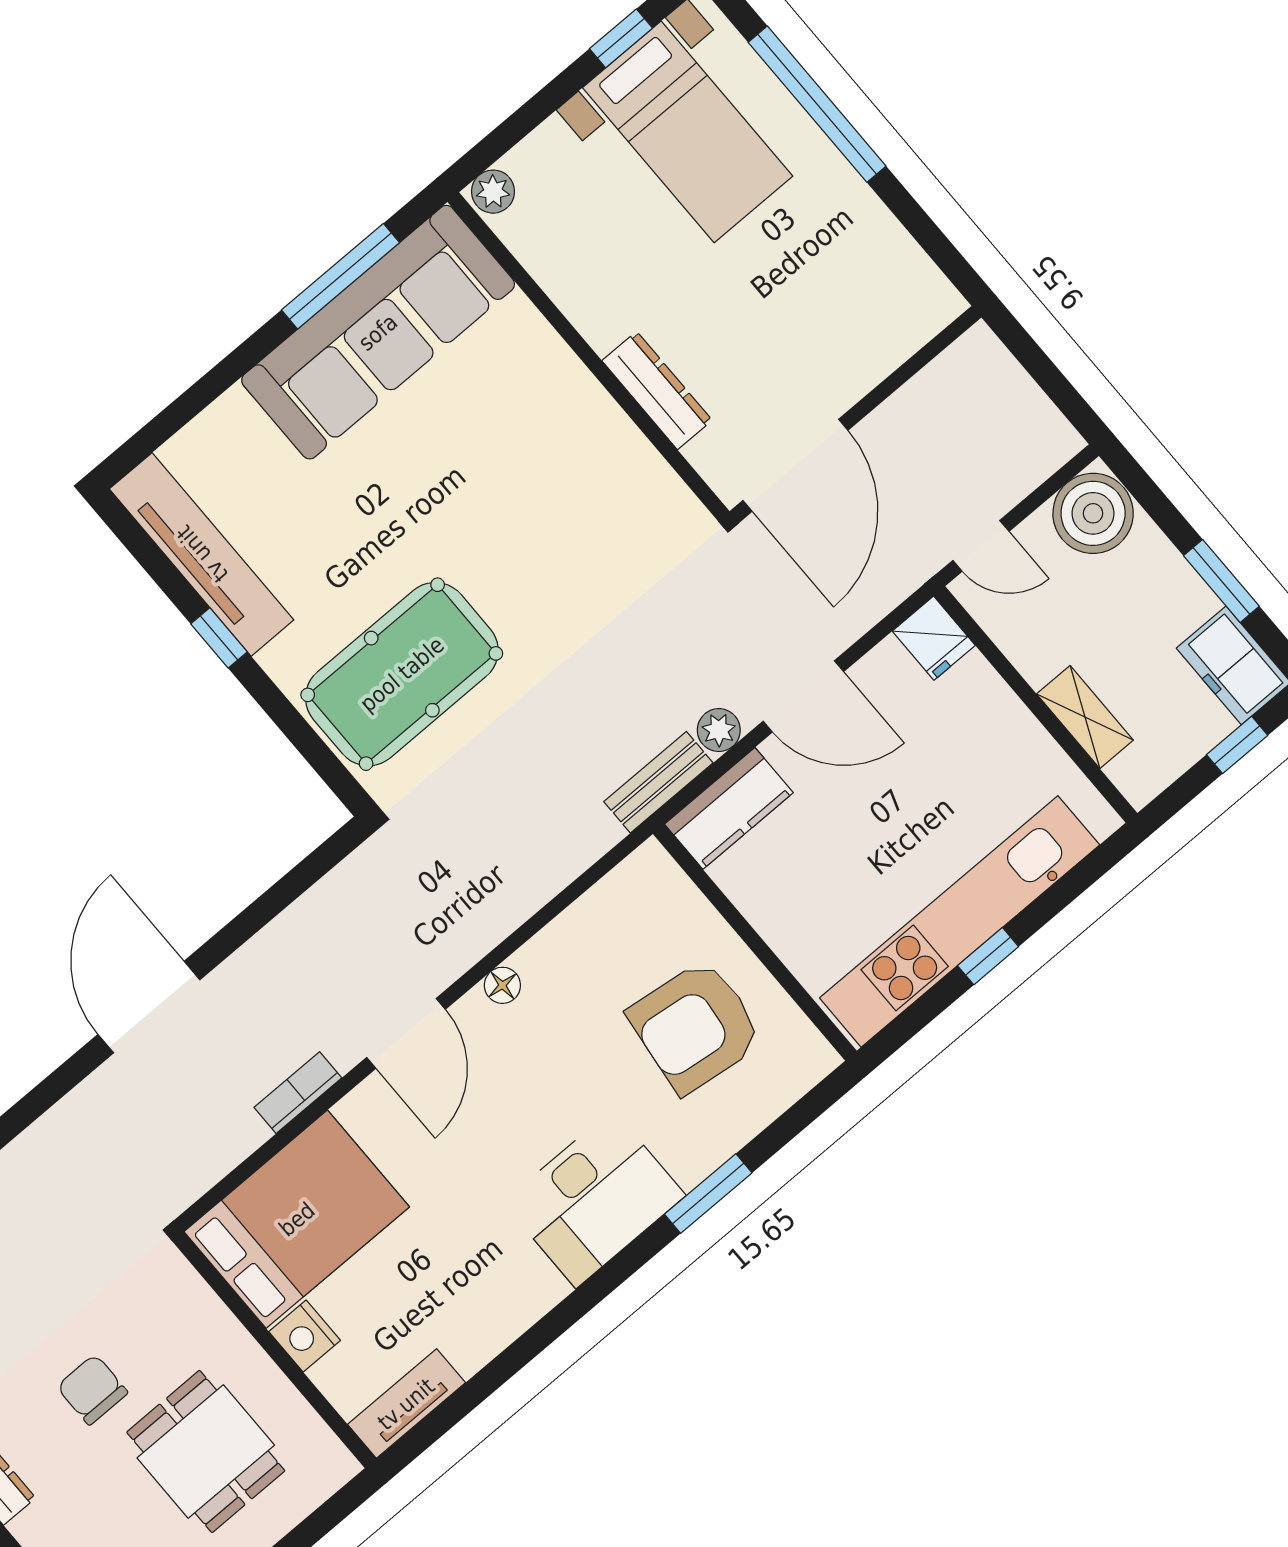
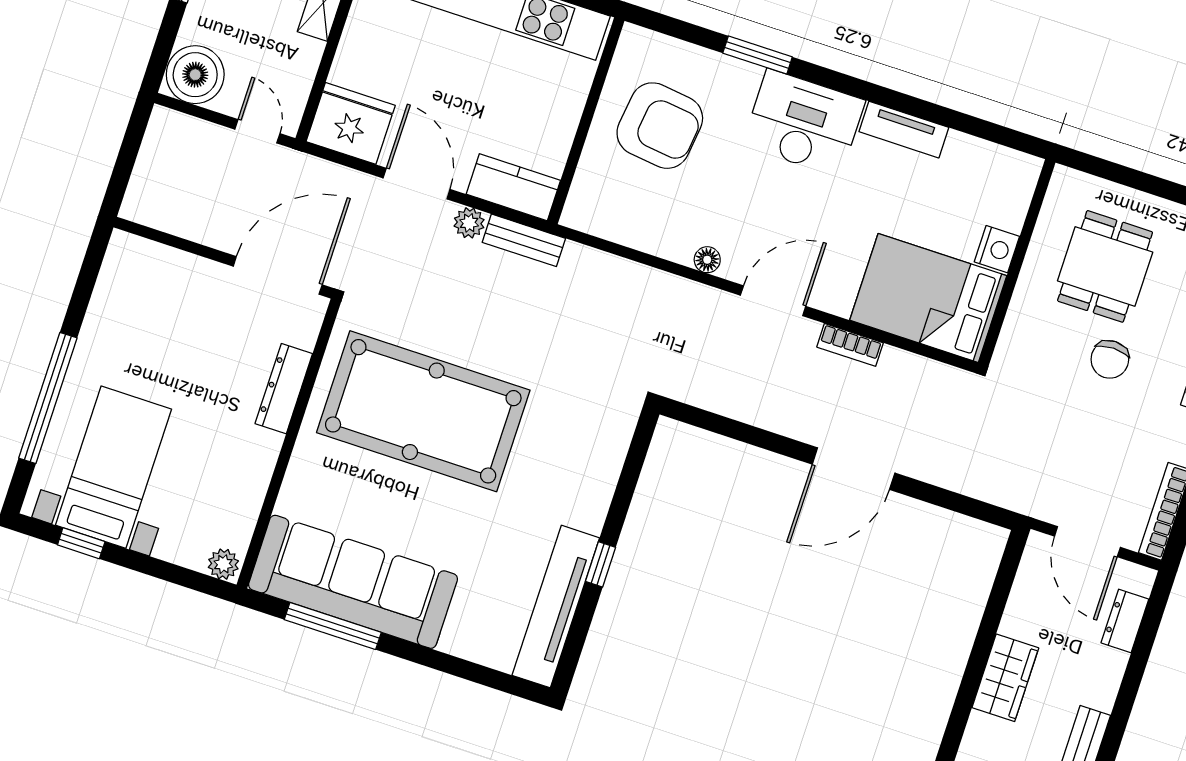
fridge: (934, 638) -> (351, 123), width x1.88, depth x1.34
pool table: (402, 674) -> (423, 411), moved, width x1.36, depth x1.32
tv unit: (406, 1404) -> (904, 130), moved

